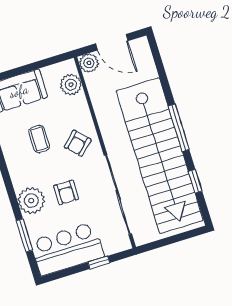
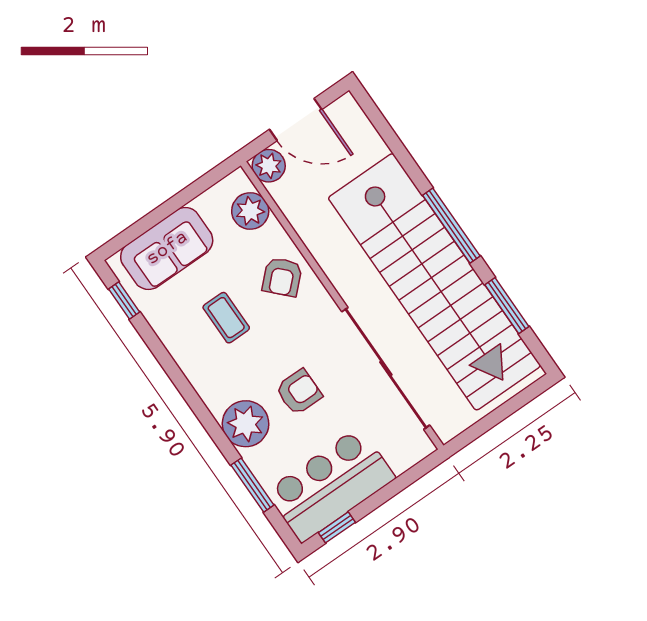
armchair: (78, 143) -> (282, 277), moved
window: (195, 181) -> (507, 306), width x1.50
armchair: (66, 192) -> (299, 392), turned -90
window: (99, 262) -> (337, 527), moved

